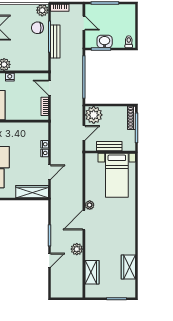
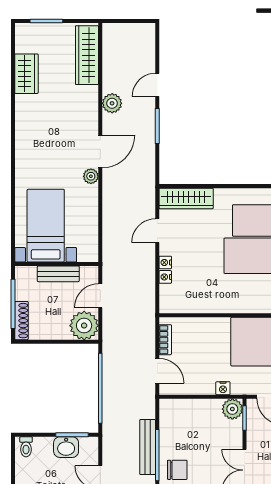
wardrobe: (92, 272) -> (87, 55), width x1.50

